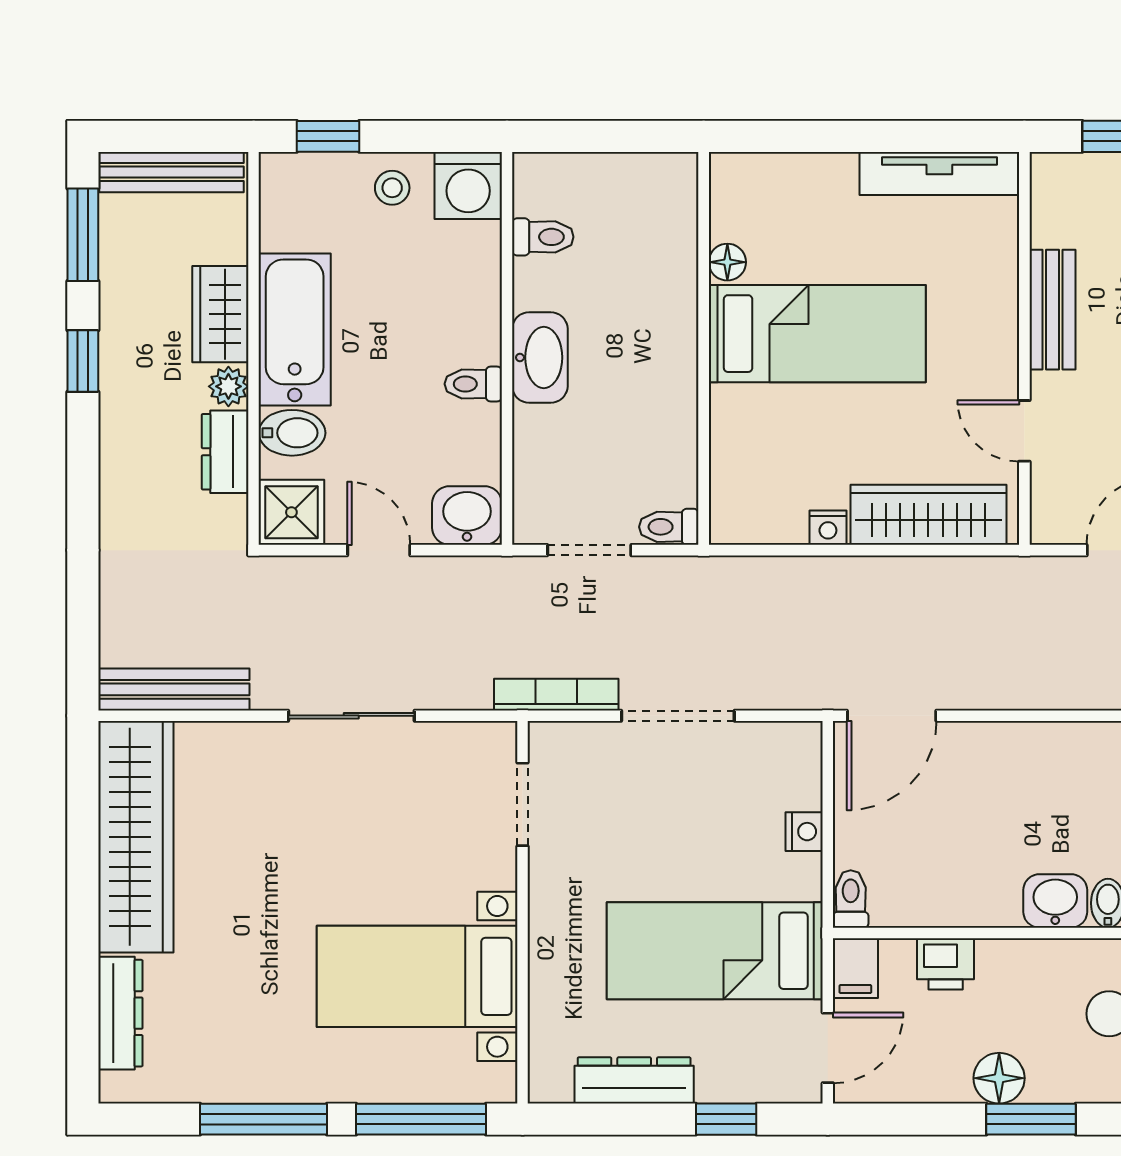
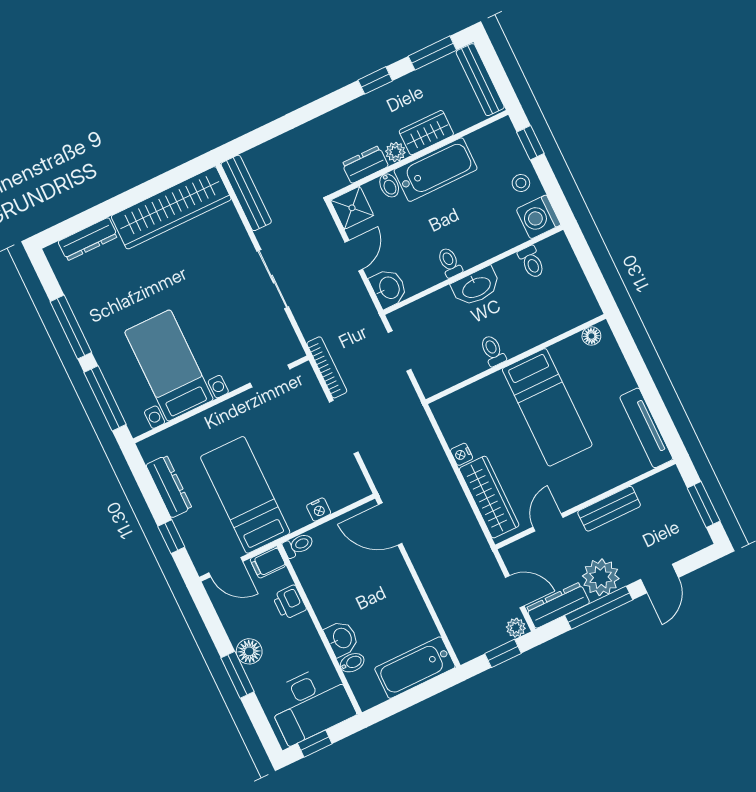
floor lamp: (727, 262) -> (591, 336), moved
bidet: (292, 433) -> (389, 185), width x0.72, depth x0.74
toilet: (669, 527) -> (493, 351), moved

